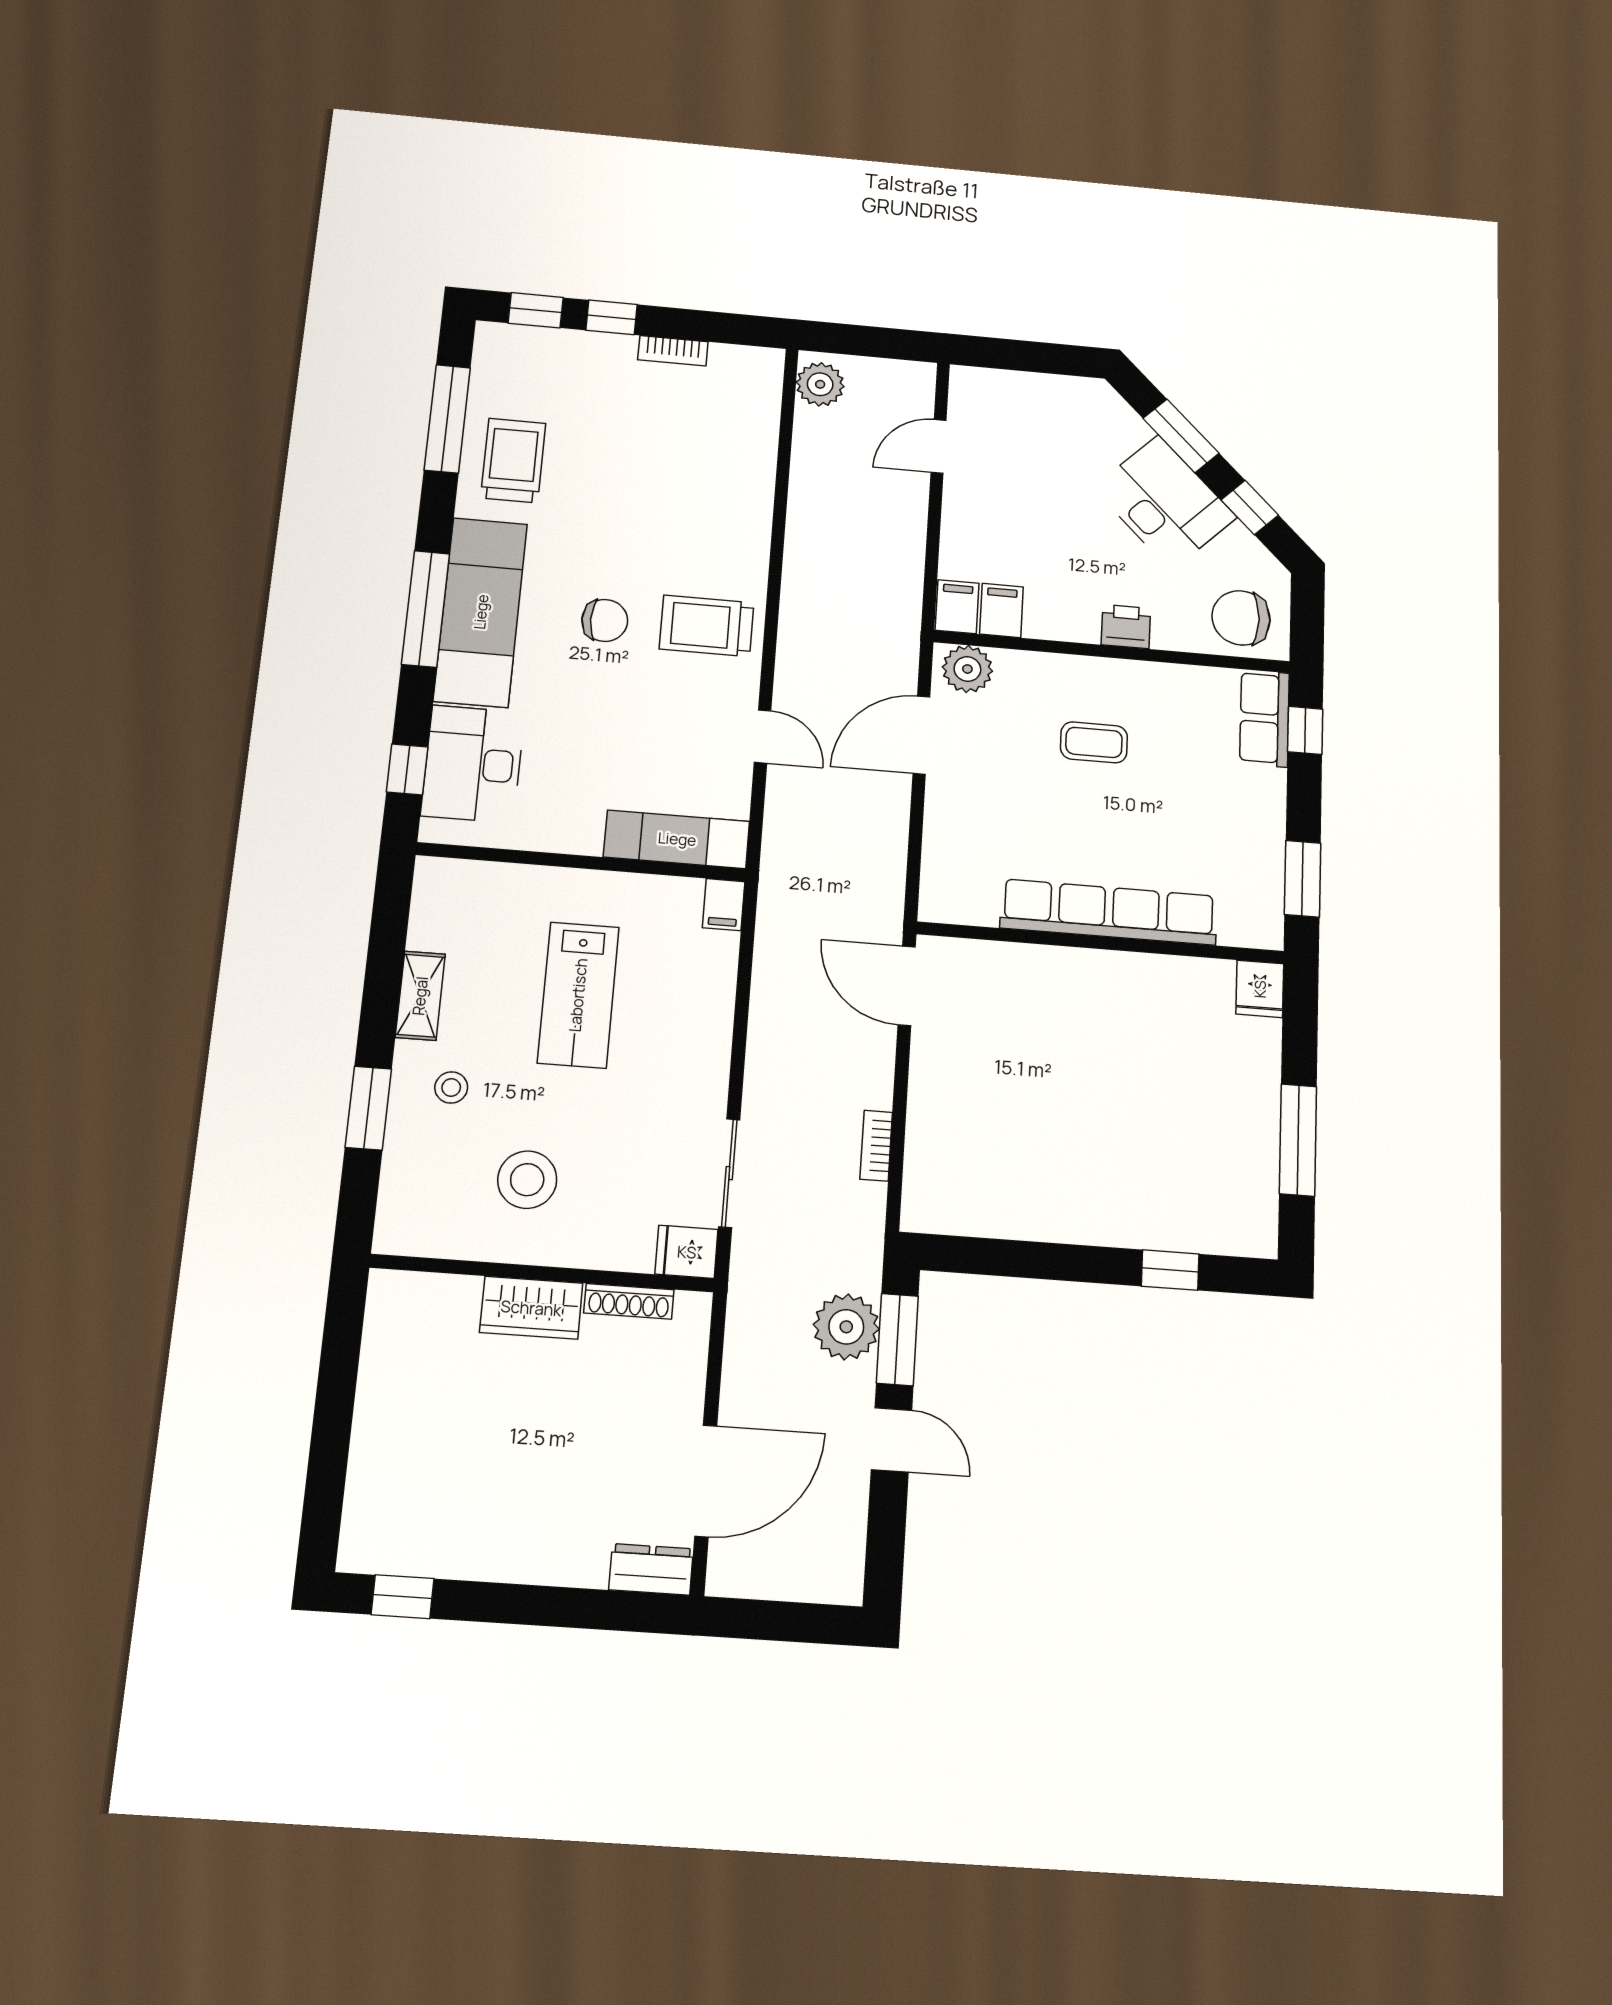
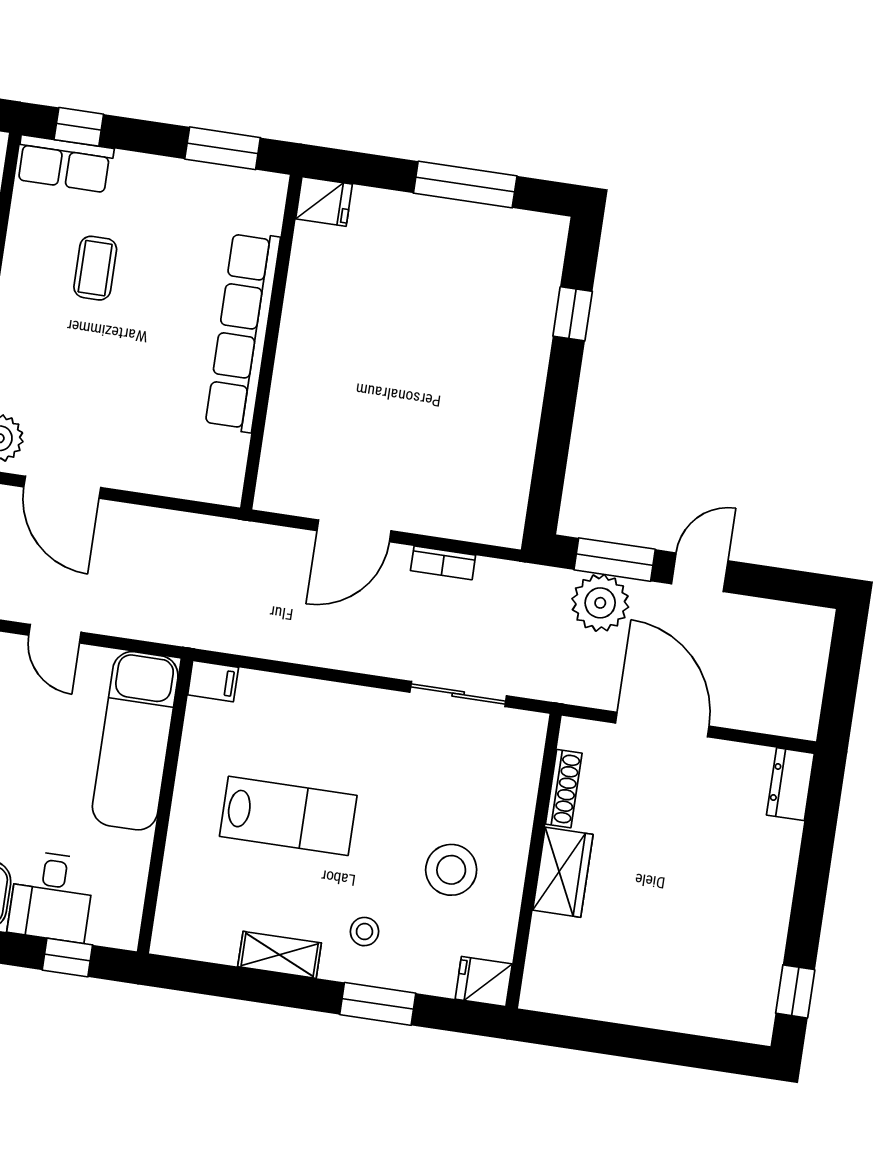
door: (763, 736) -> (55, 634), swing flipped
coffee table: (1094, 742) -> (95, 268), moved
desk: (473, 764) -> (51, 896), width x0.73
exam couch: (677, 839) -> (135, 741), width x1.36, depth x1.45
door: (907, 986) -> (354, 531), moved
fridge: (687, 1252) -> (484, 981), moved, turned 90
door: (706, 1481) -> (662, 725), moved

